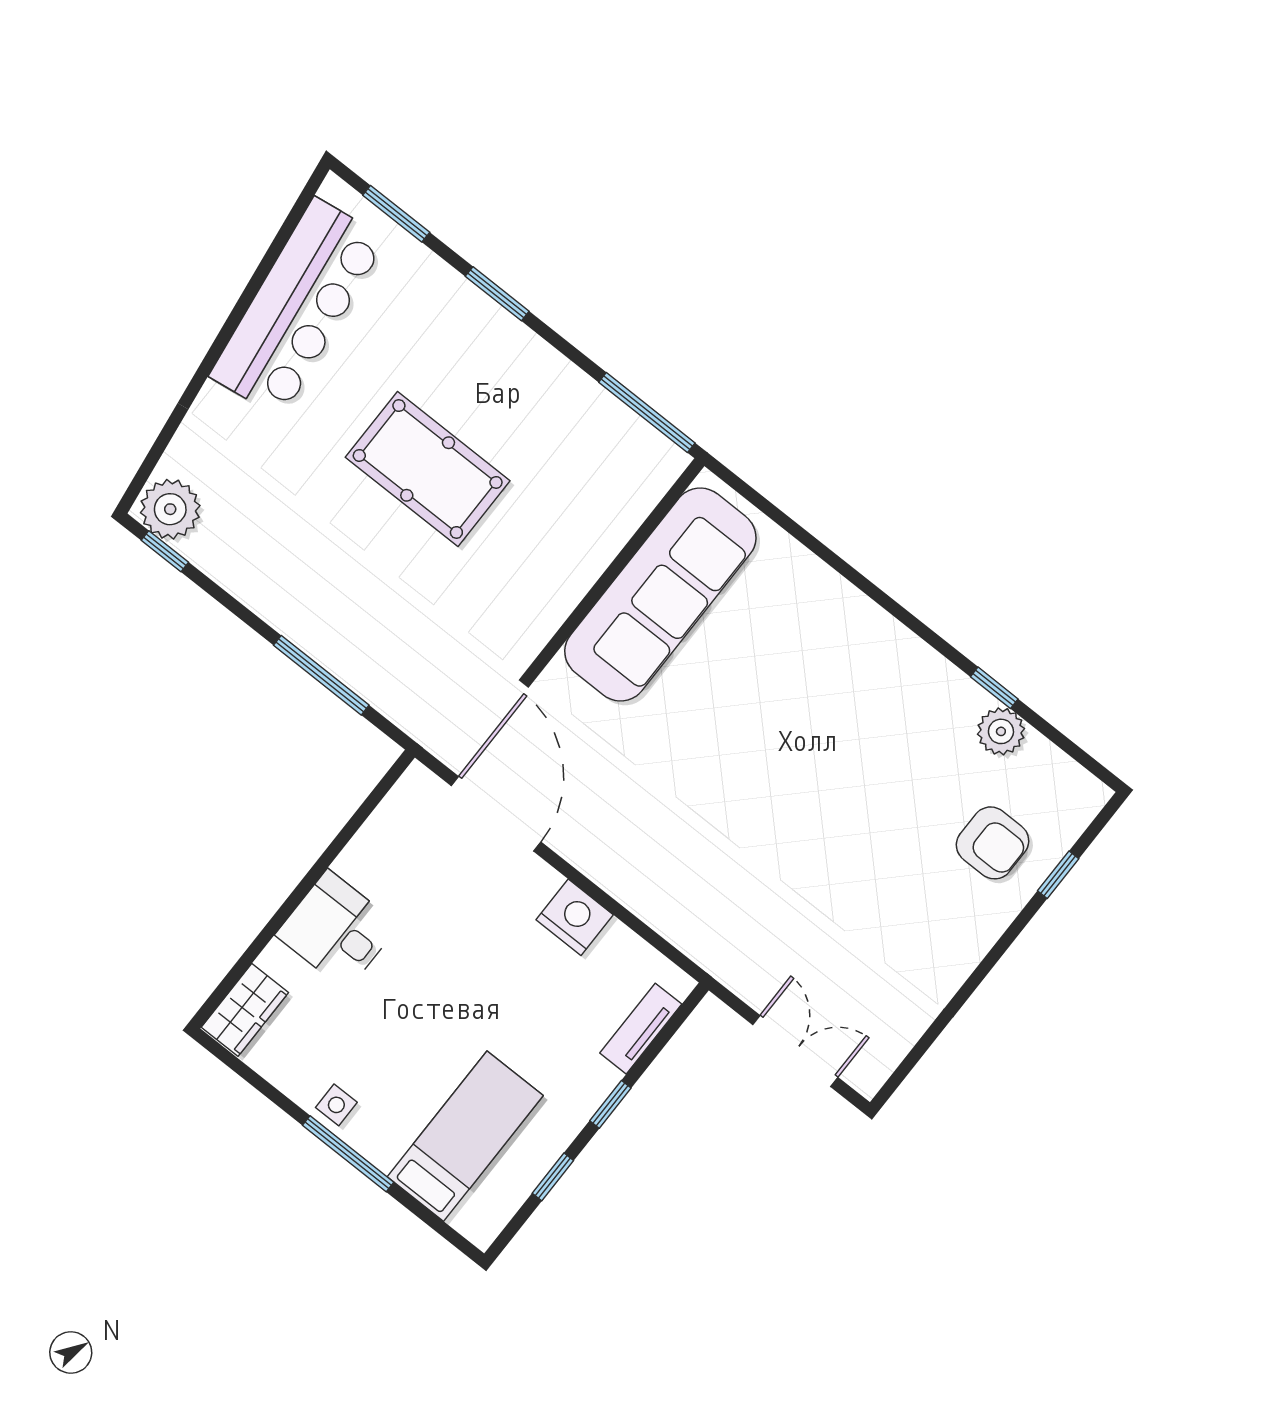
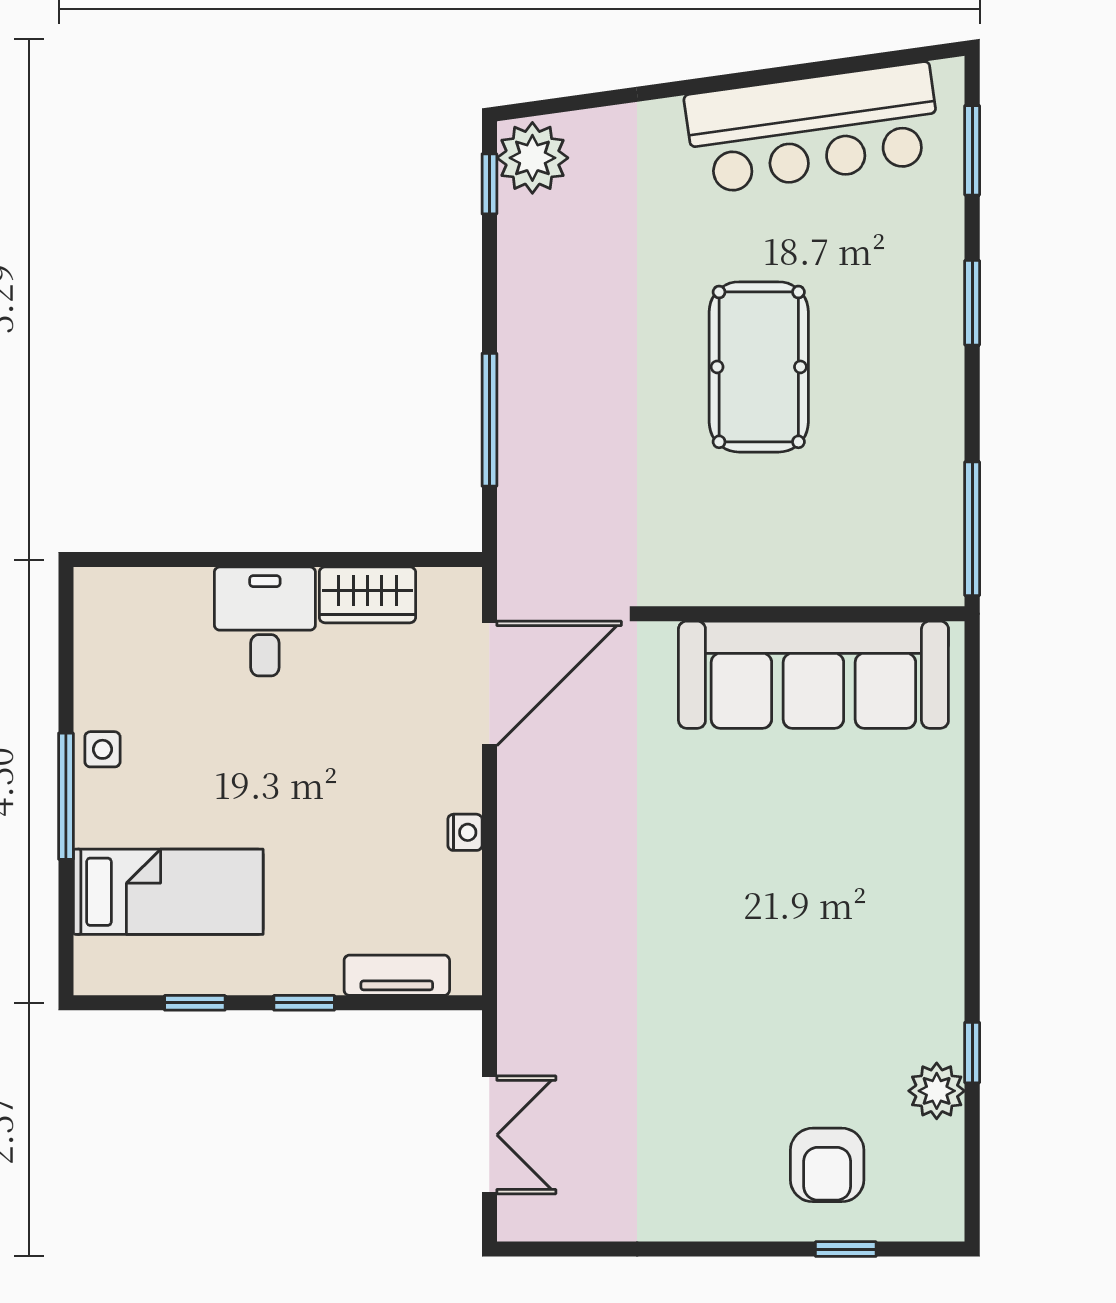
nightstand: (575, 917) -> (465, 832), width x0.53, depth x0.56
wardrobe: (245, 1010) -> (367, 595), moved

